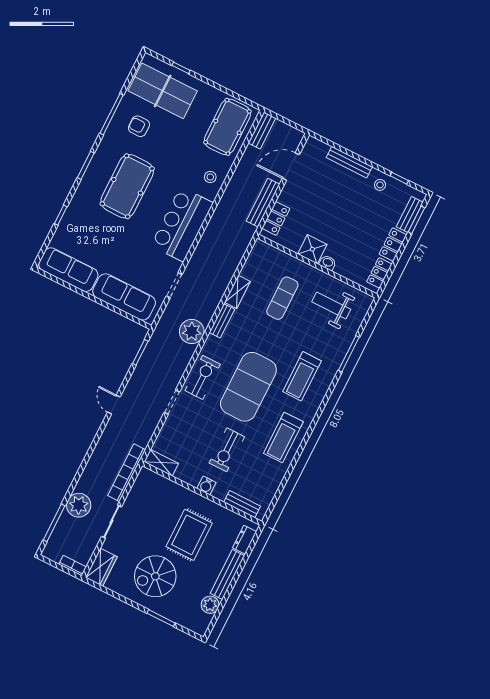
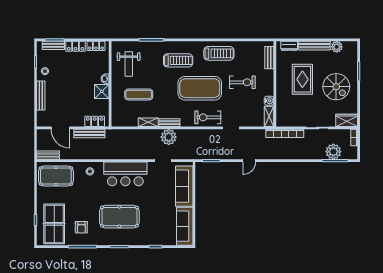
plant: (192, 331) -> (169, 137), moved
water cooler: (206, 485) -> (269, 101), moved
plant: (79, 505) -> (333, 152), moved
rug: (189, 535) -> (302, 79), turned 90

